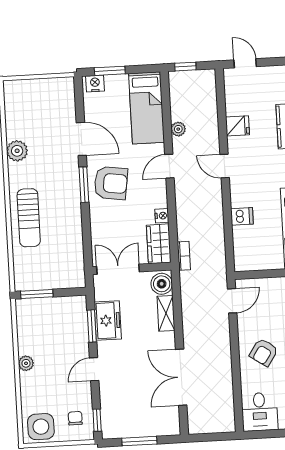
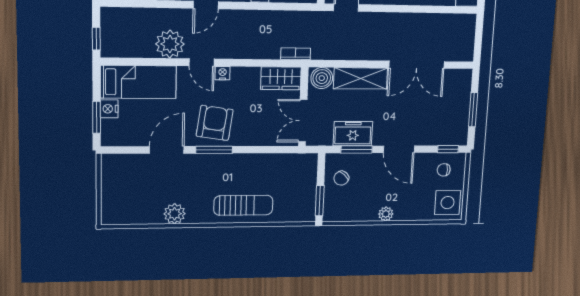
nightstand: (95, 83) -> (109, 109), moved
plant: (178, 129) -> (170, 44), width x1.87, depth x1.87
nightstand: (162, 216) -> (223, 73), moved
shelving: (166, 313) -> (361, 78), width x1.50, depth x1.33
chair: (61, 314) -> (341, 178), added
door: (94, 369) -> (399, 149), width x1.38

